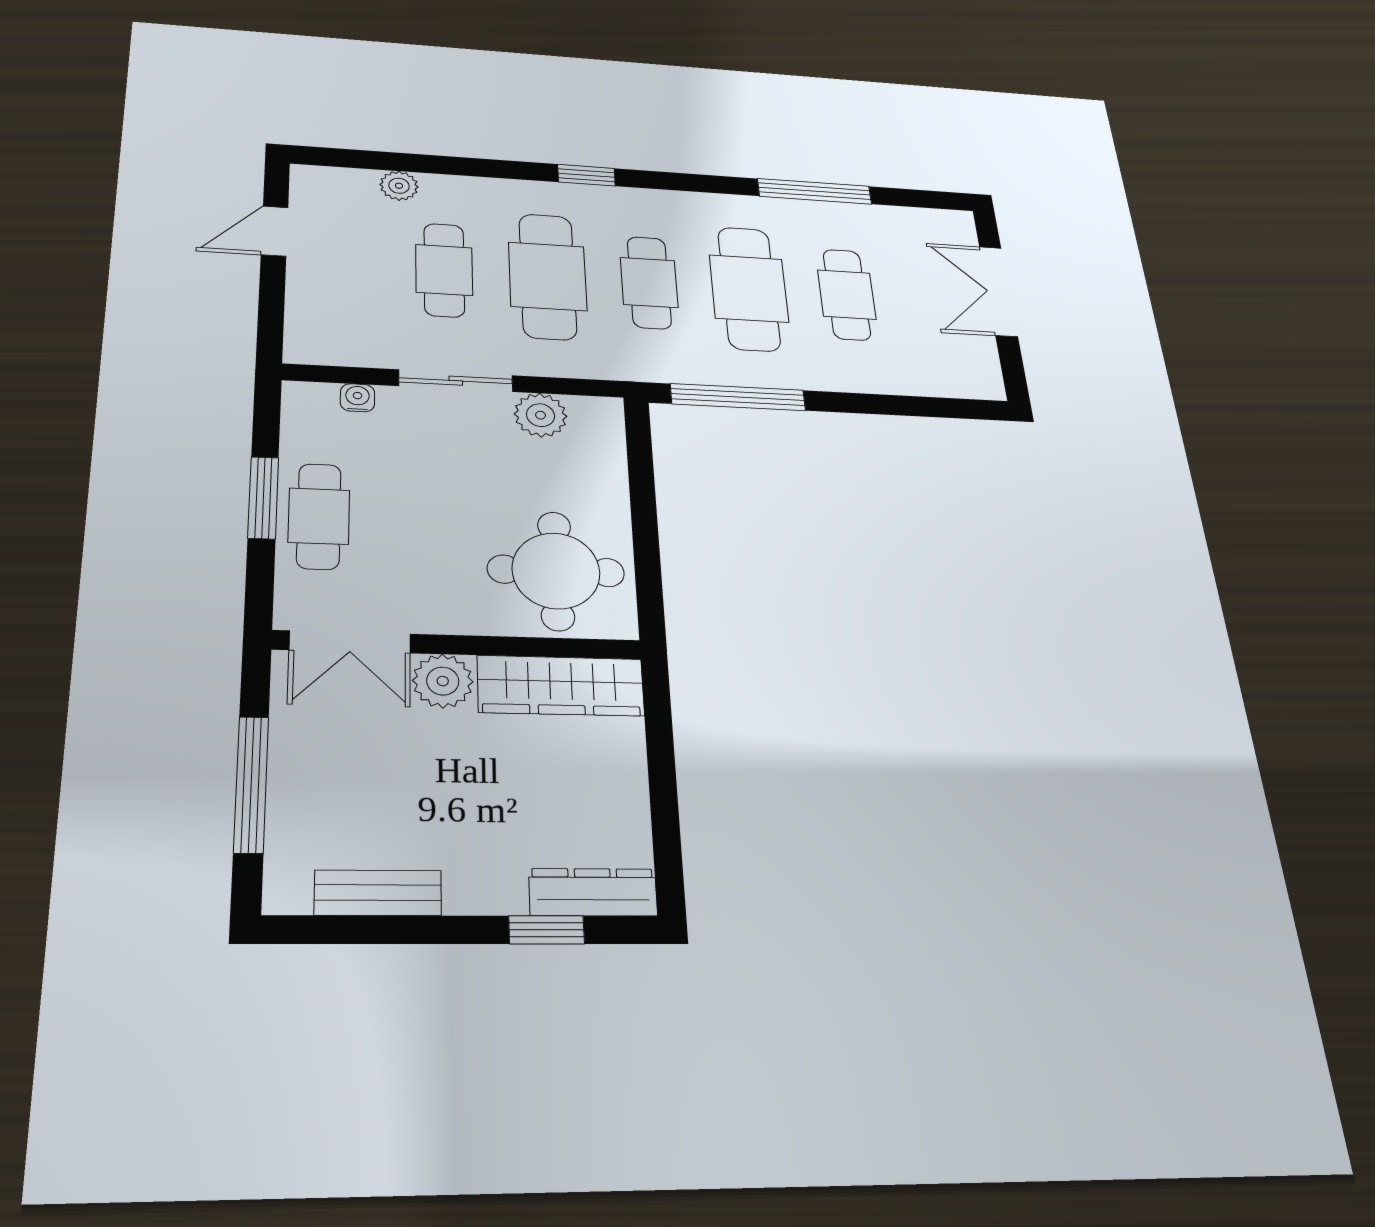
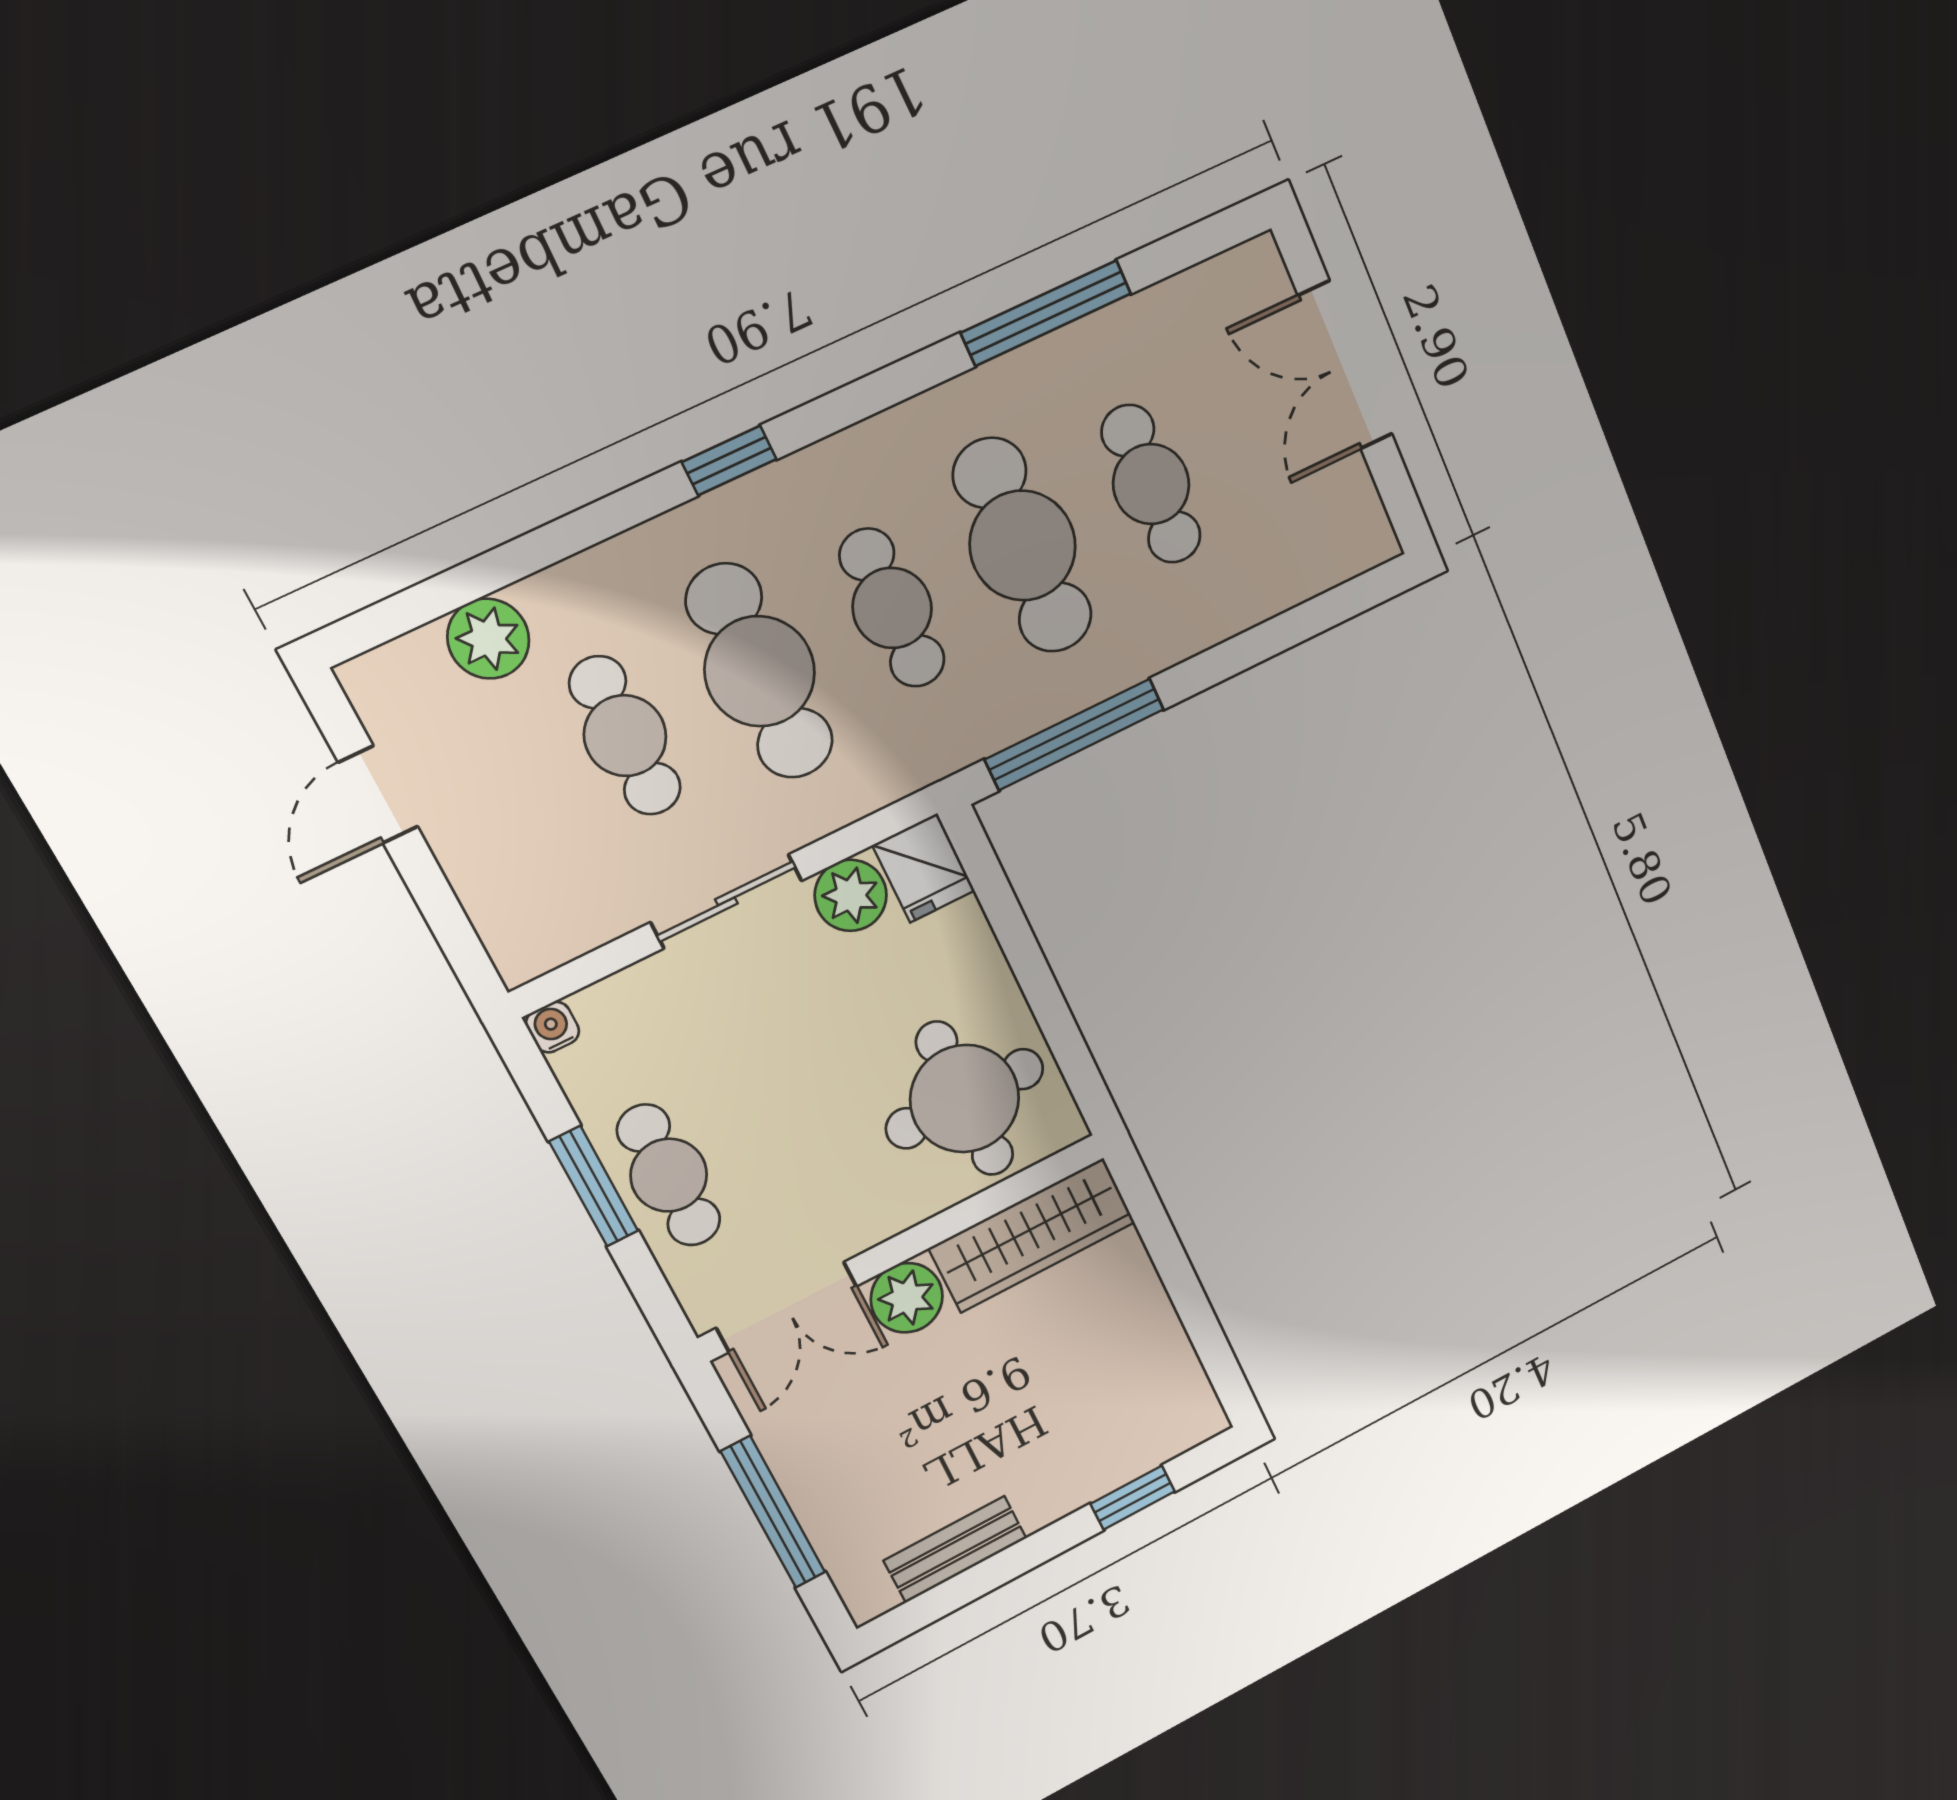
plant: (399, 186) -> (488, 639), width x1.38, depth x1.38
water cooler: (357, 398) -> (553, 1027), moved
fridge: (598, 423) -> (924, 868), added
dresser: (593, 892) -> (1161, 1437), removed

